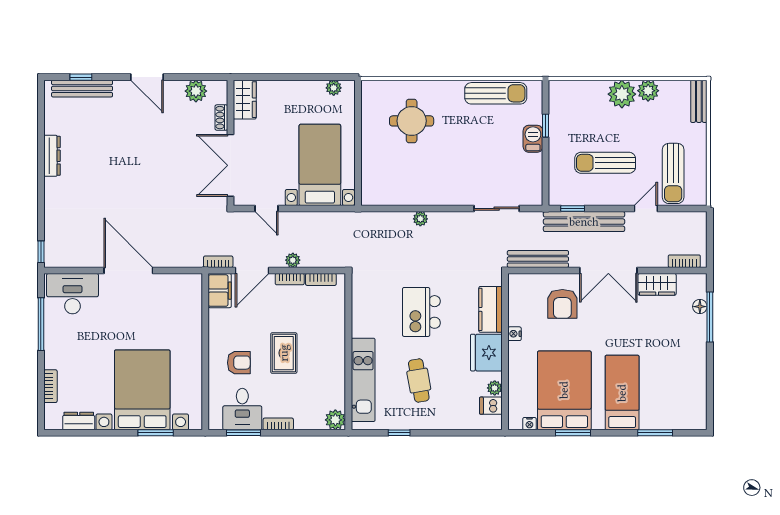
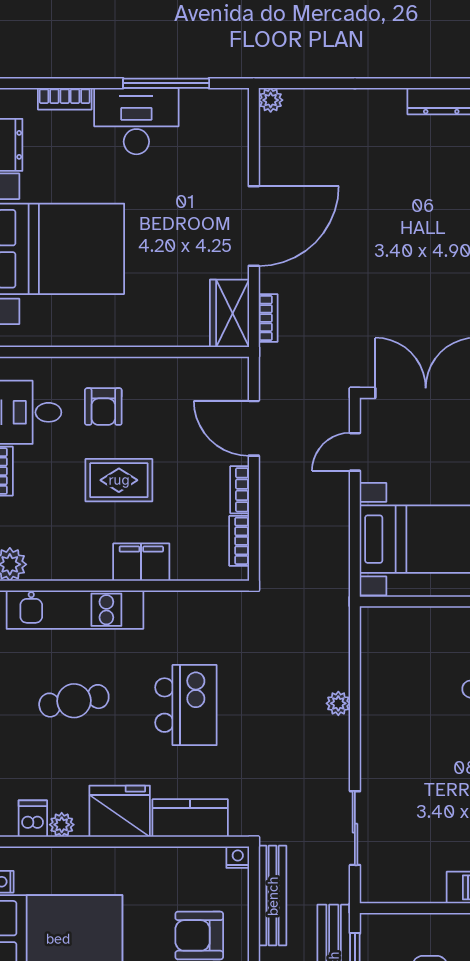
window: (41, 252) -> (284, 83), removed
plant: (293, 260) -> (271, 100), moved
bookcase: (218, 262) -> (268, 318), moved
wardrobe: (182, 285) -> (229, 313), added
filing cabinet: (220, 291) -> (141, 562), moved, turned 180
desk: (72, 294) -> (136, 121), moved, turned -90
kitchen island: (421, 312) -> (186, 705), turned 90
nightstand: (514, 334) -> (238, 857), moved

